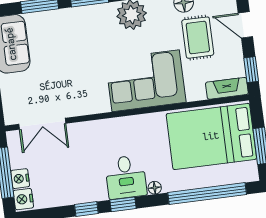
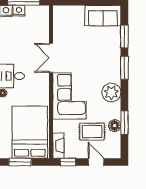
door: (245, 25) -> (96, 162), hinge flipped
double door: (42, 124) -> (51, 58), moved

